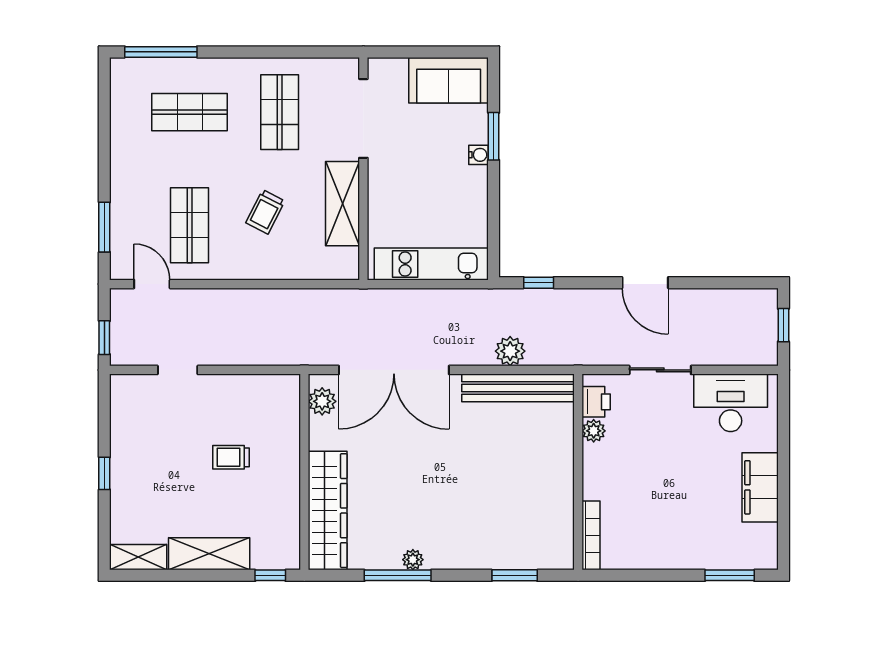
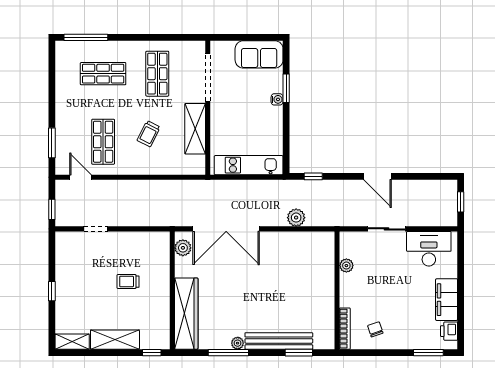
bench: (518, 388) -> (279, 341), moved
printer: (596, 402) -> (449, 331), moved, turned 180
chair: (642, 537) -> (375, 329), added

